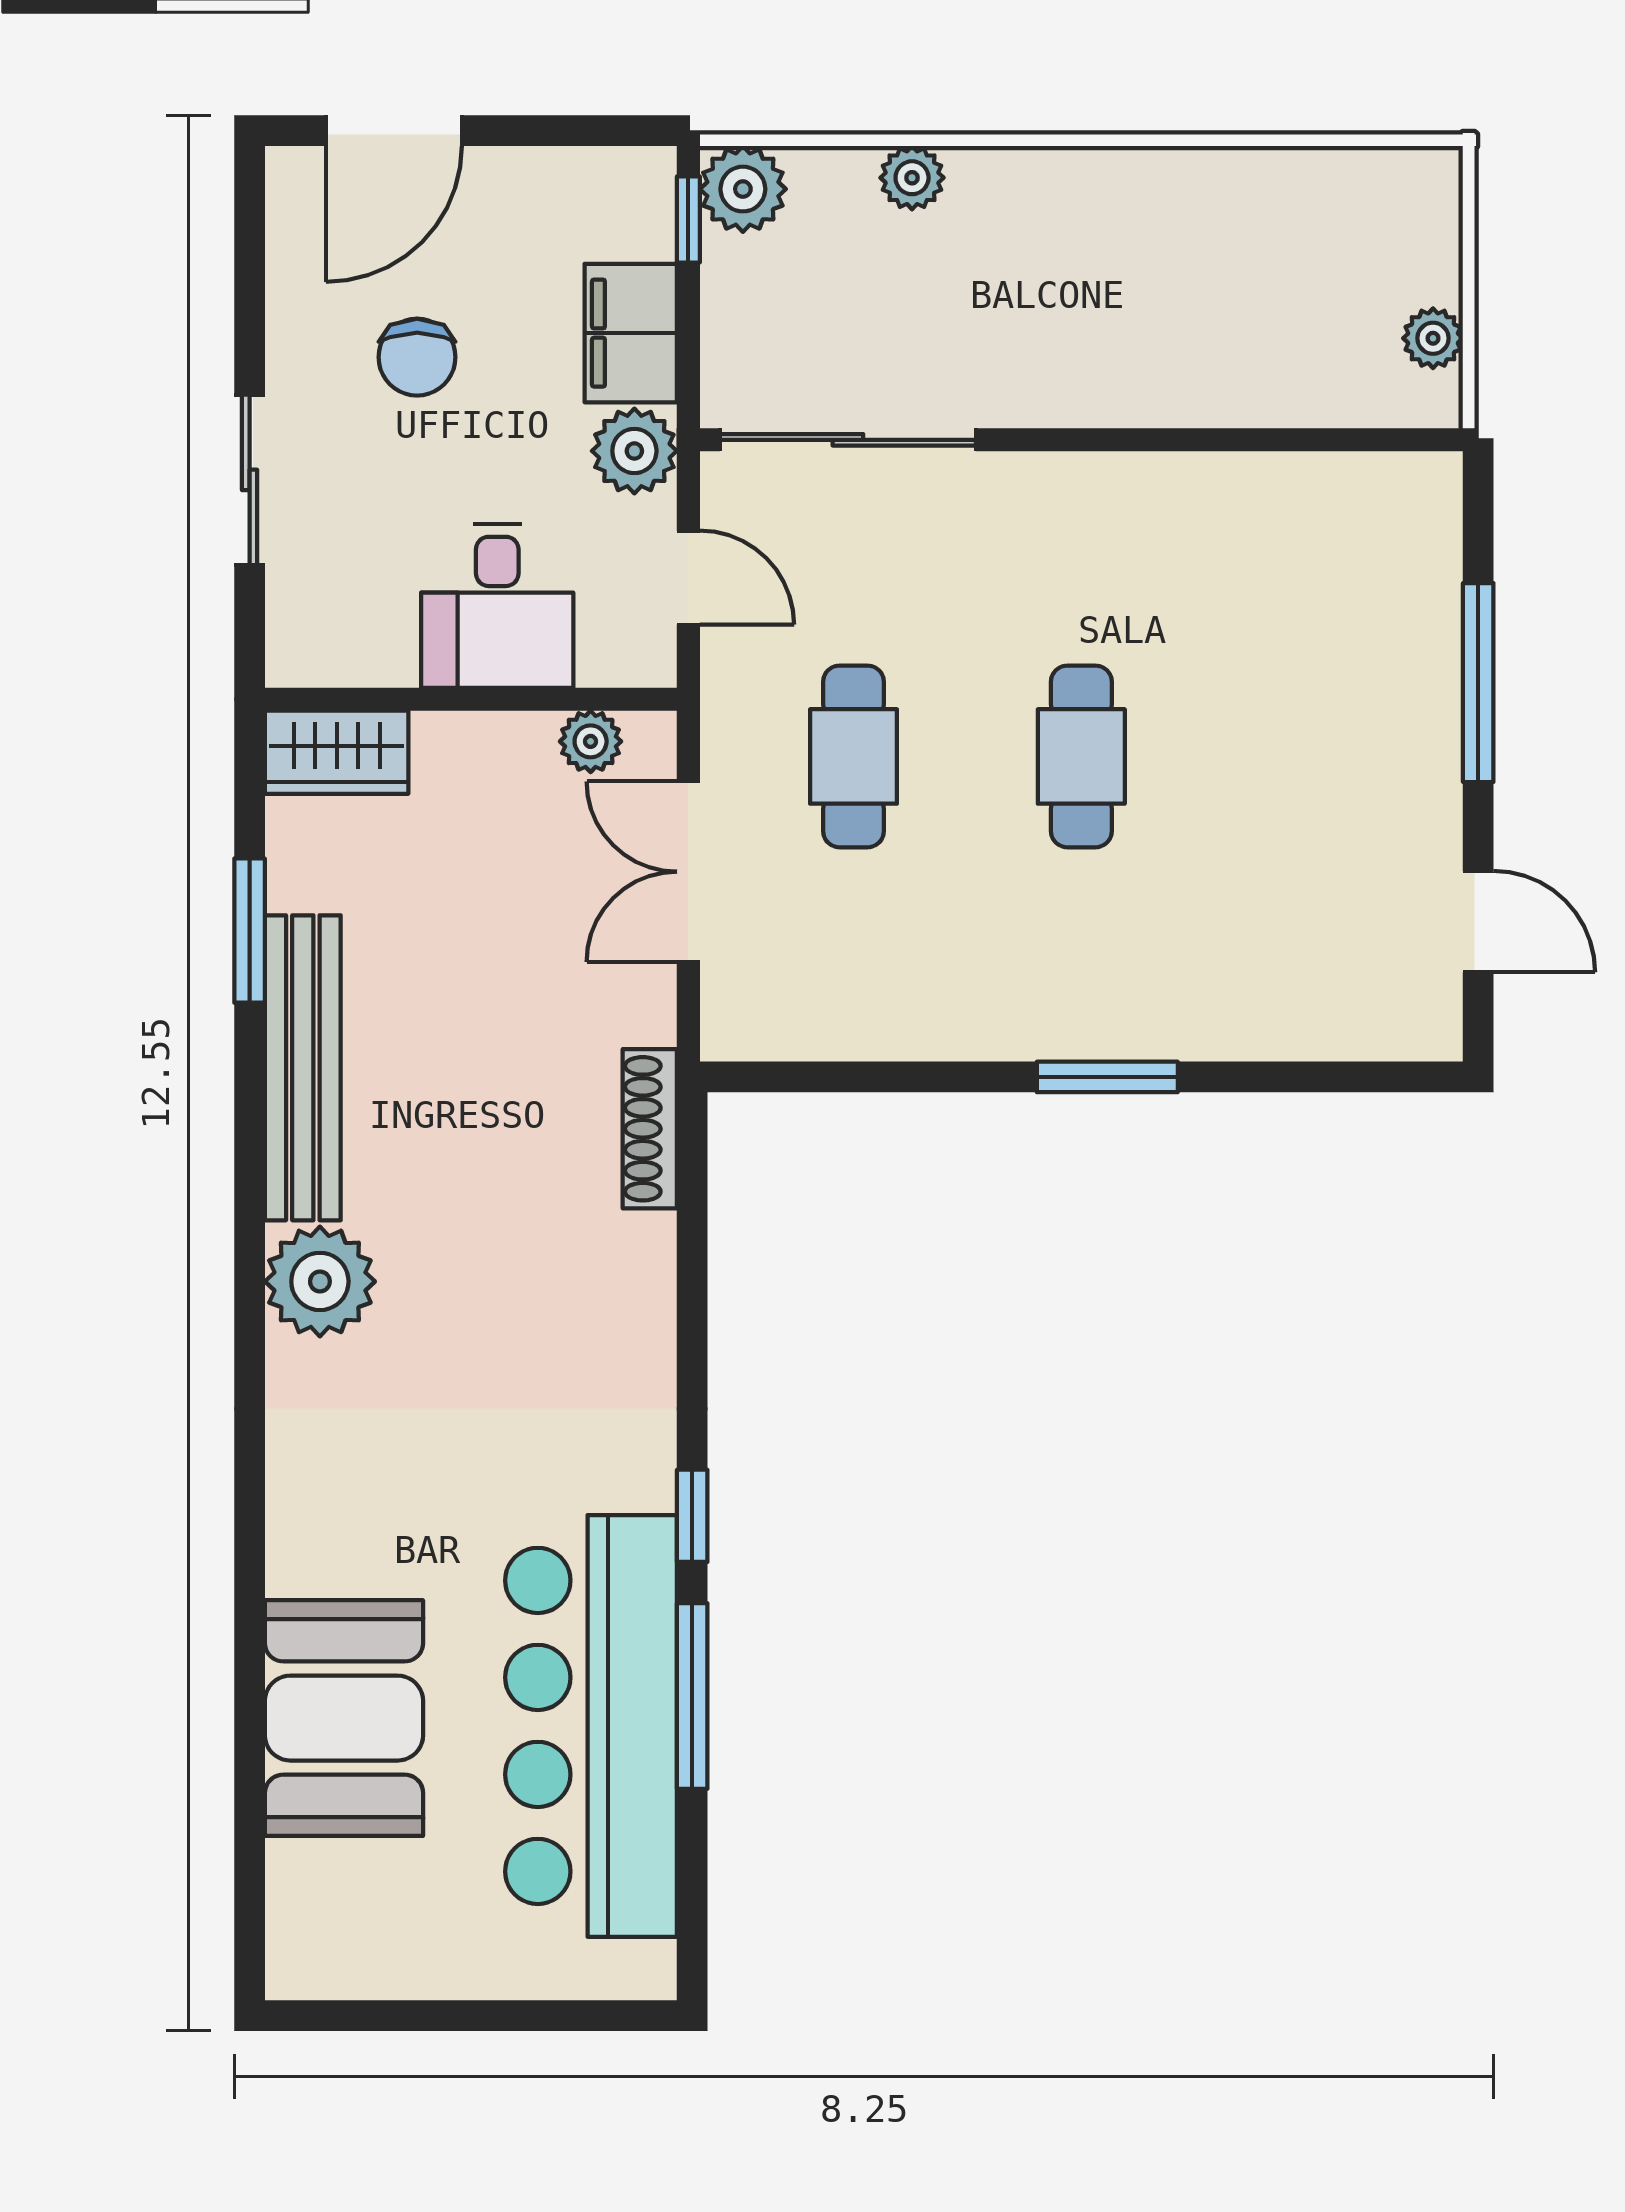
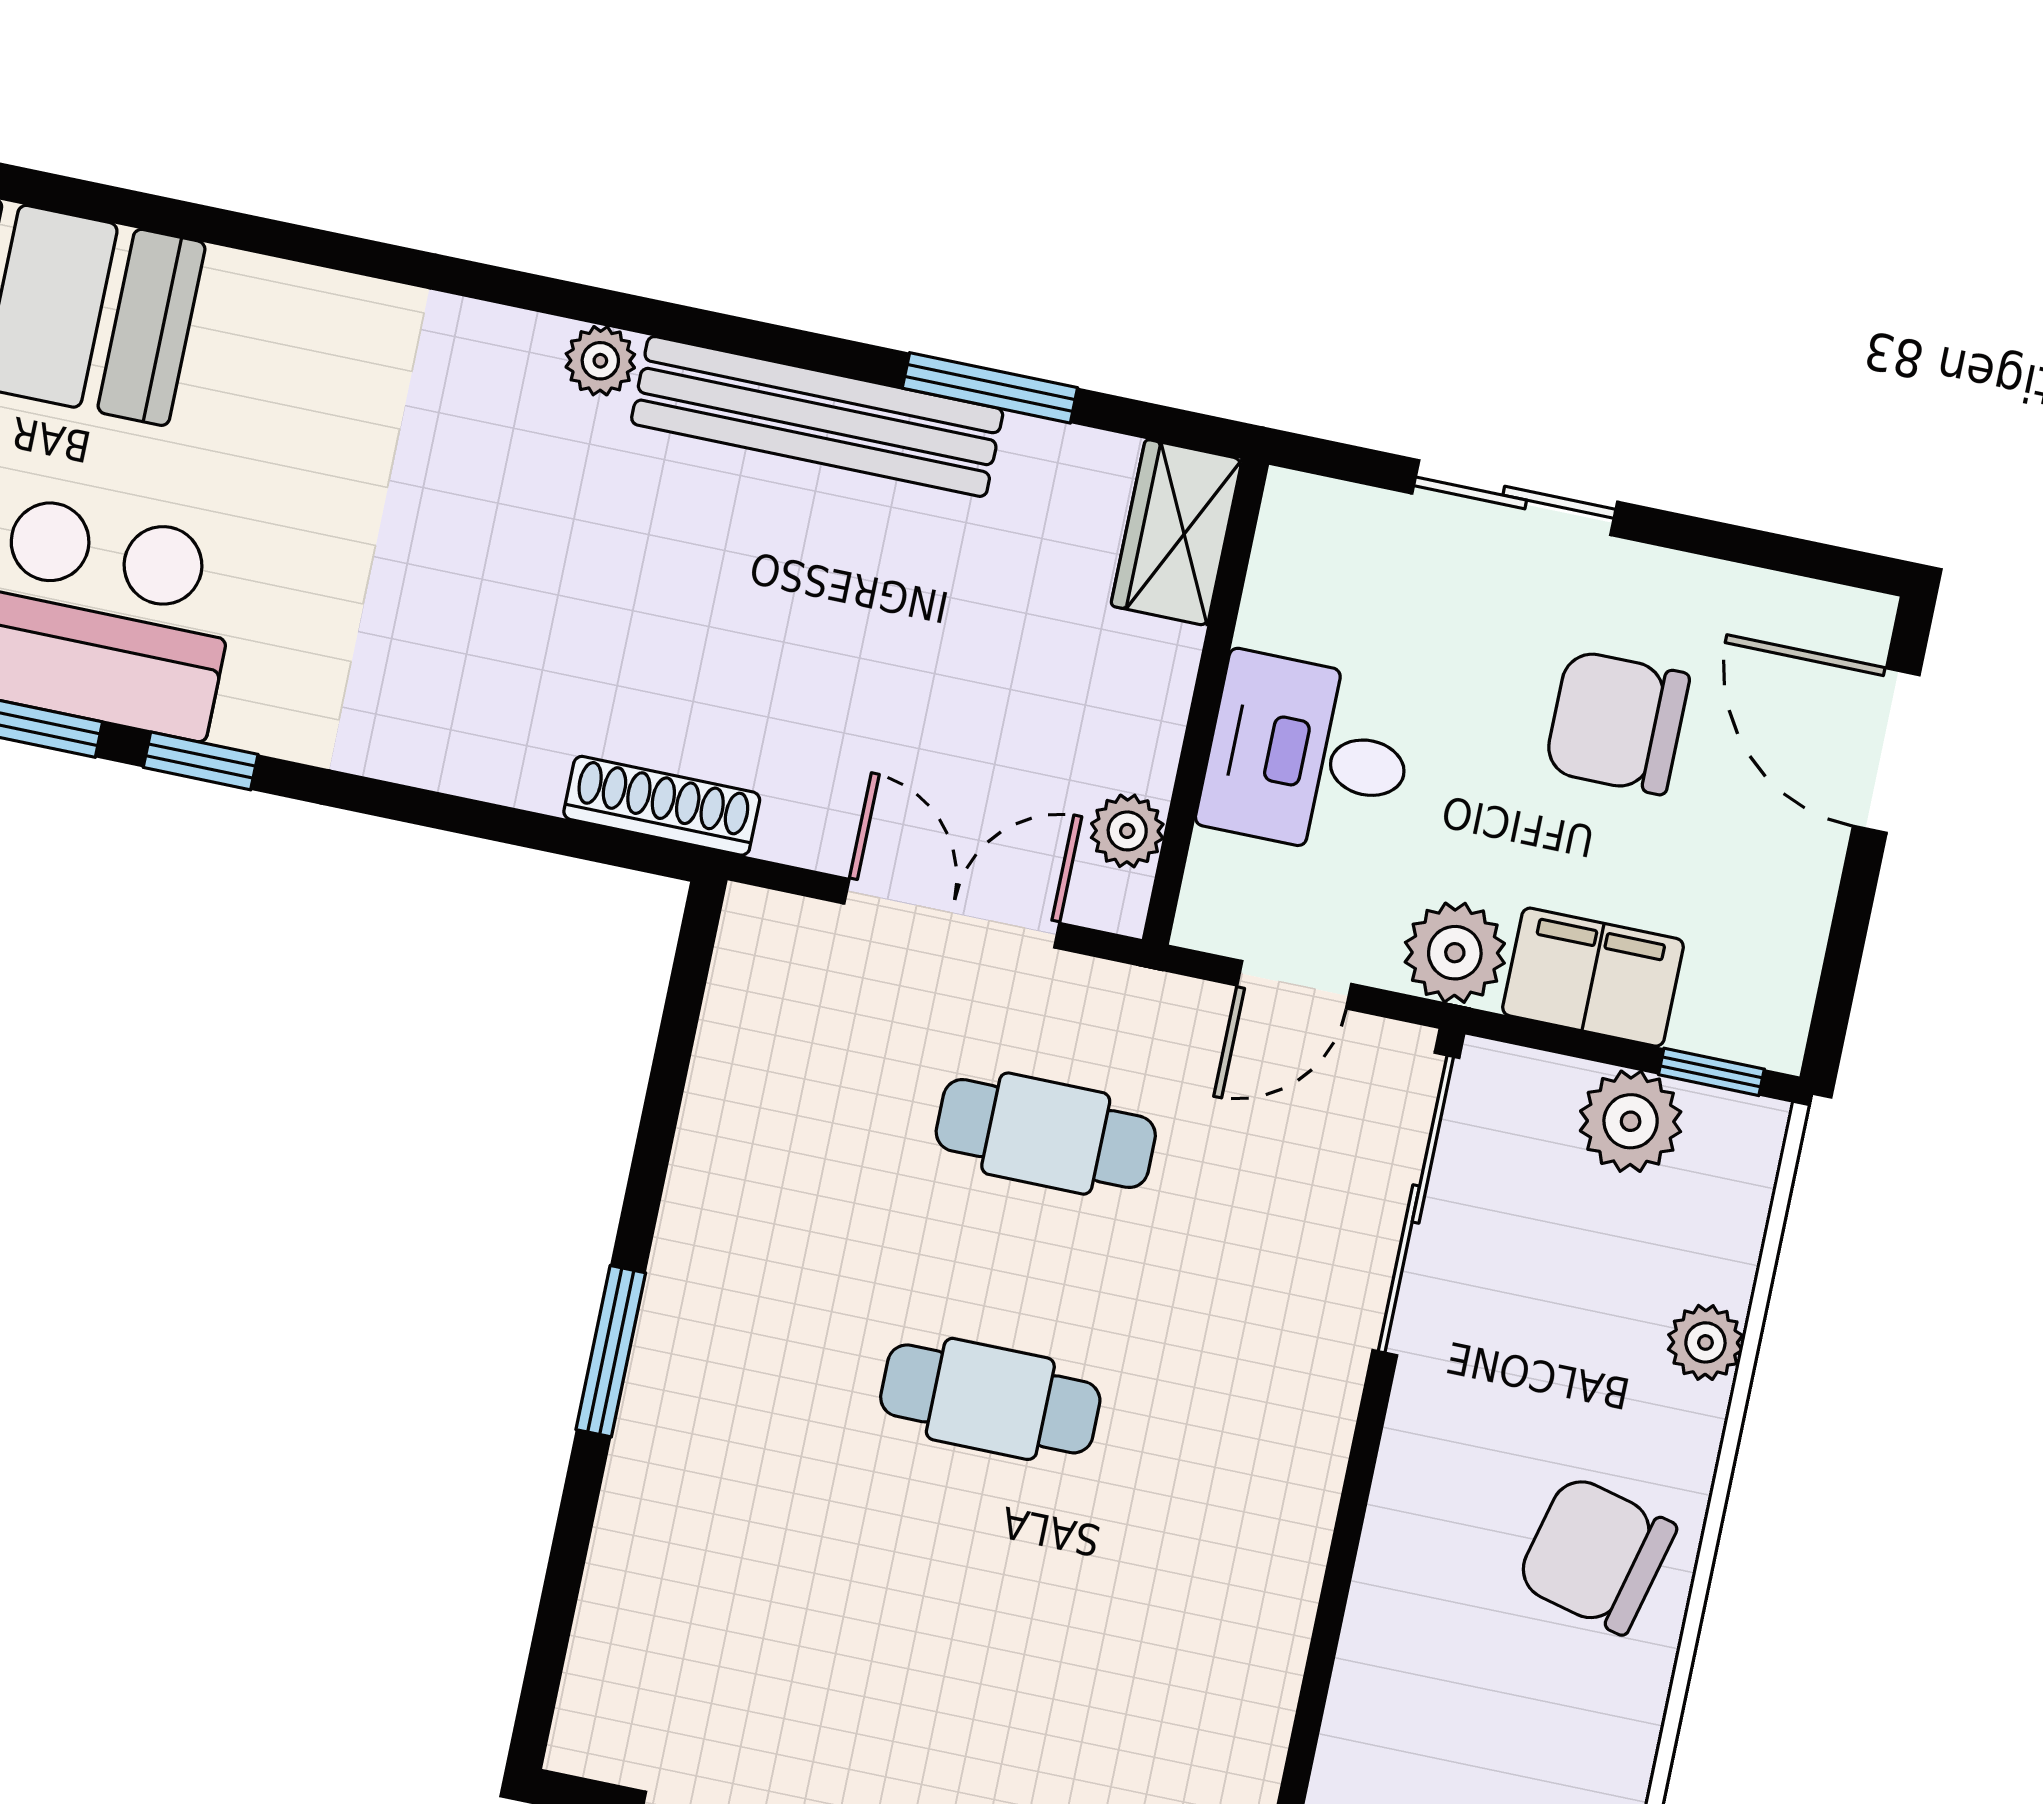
plant: (743, 189) -> (1631, 1121), moved
chair: (1105, 231) -> (1596, 1555), added
chair: (417, 357) -> (1617, 722), width x1.37, depth x1.37
plant: (320, 1281) -> (600, 361), width x0.53, depth x0.53

